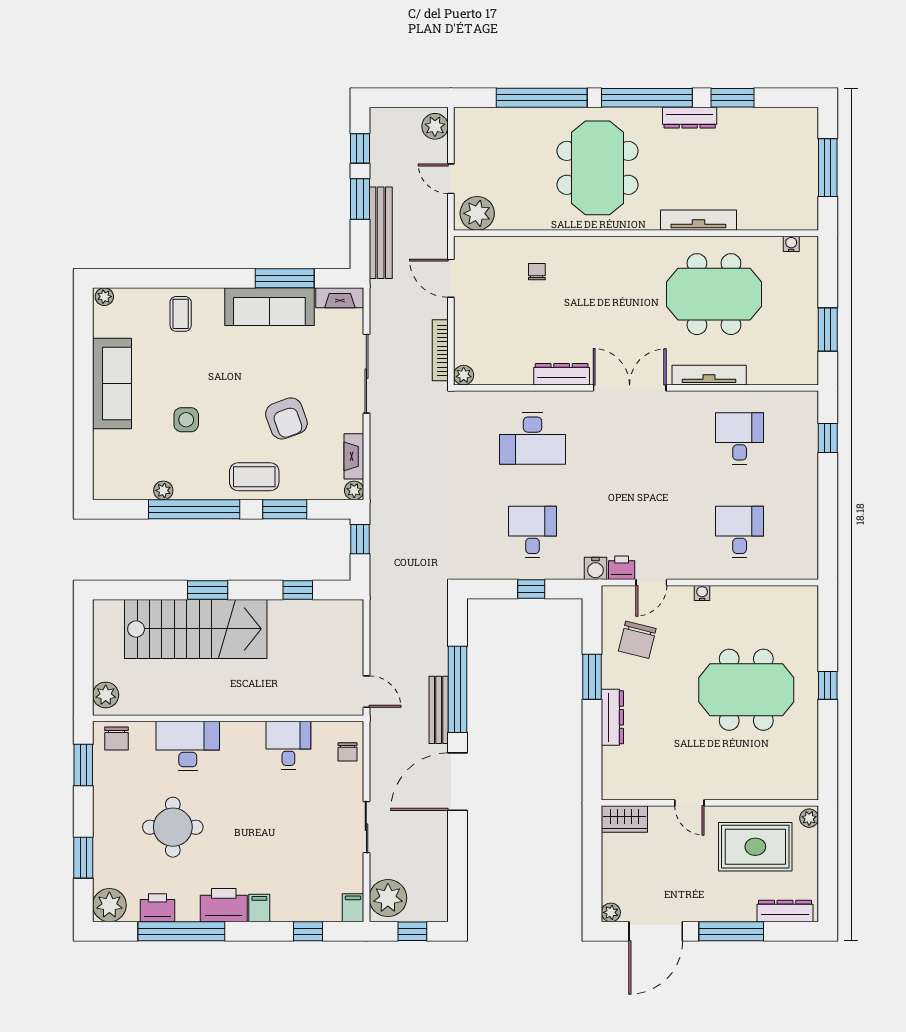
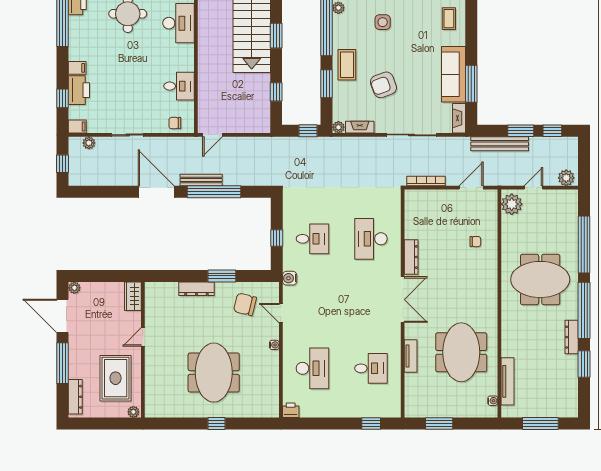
tv unit: (698, 220) -> (508, 381), moved
coffee table: (181, 314) -> (449, 19), turned 90
plant: (464, 375) -> (411, 196), removed
tv unit: (709, 375) -> (411, 356), width x0.71
desk: (740, 532) -> (312, 368), width x1.37
printer: (622, 568) -> (291, 410), moved, turned -90
plant: (388, 898) -> (89, 143), width x0.53, depth x0.53
printer: (224, 905) -> (79, 90), moved

